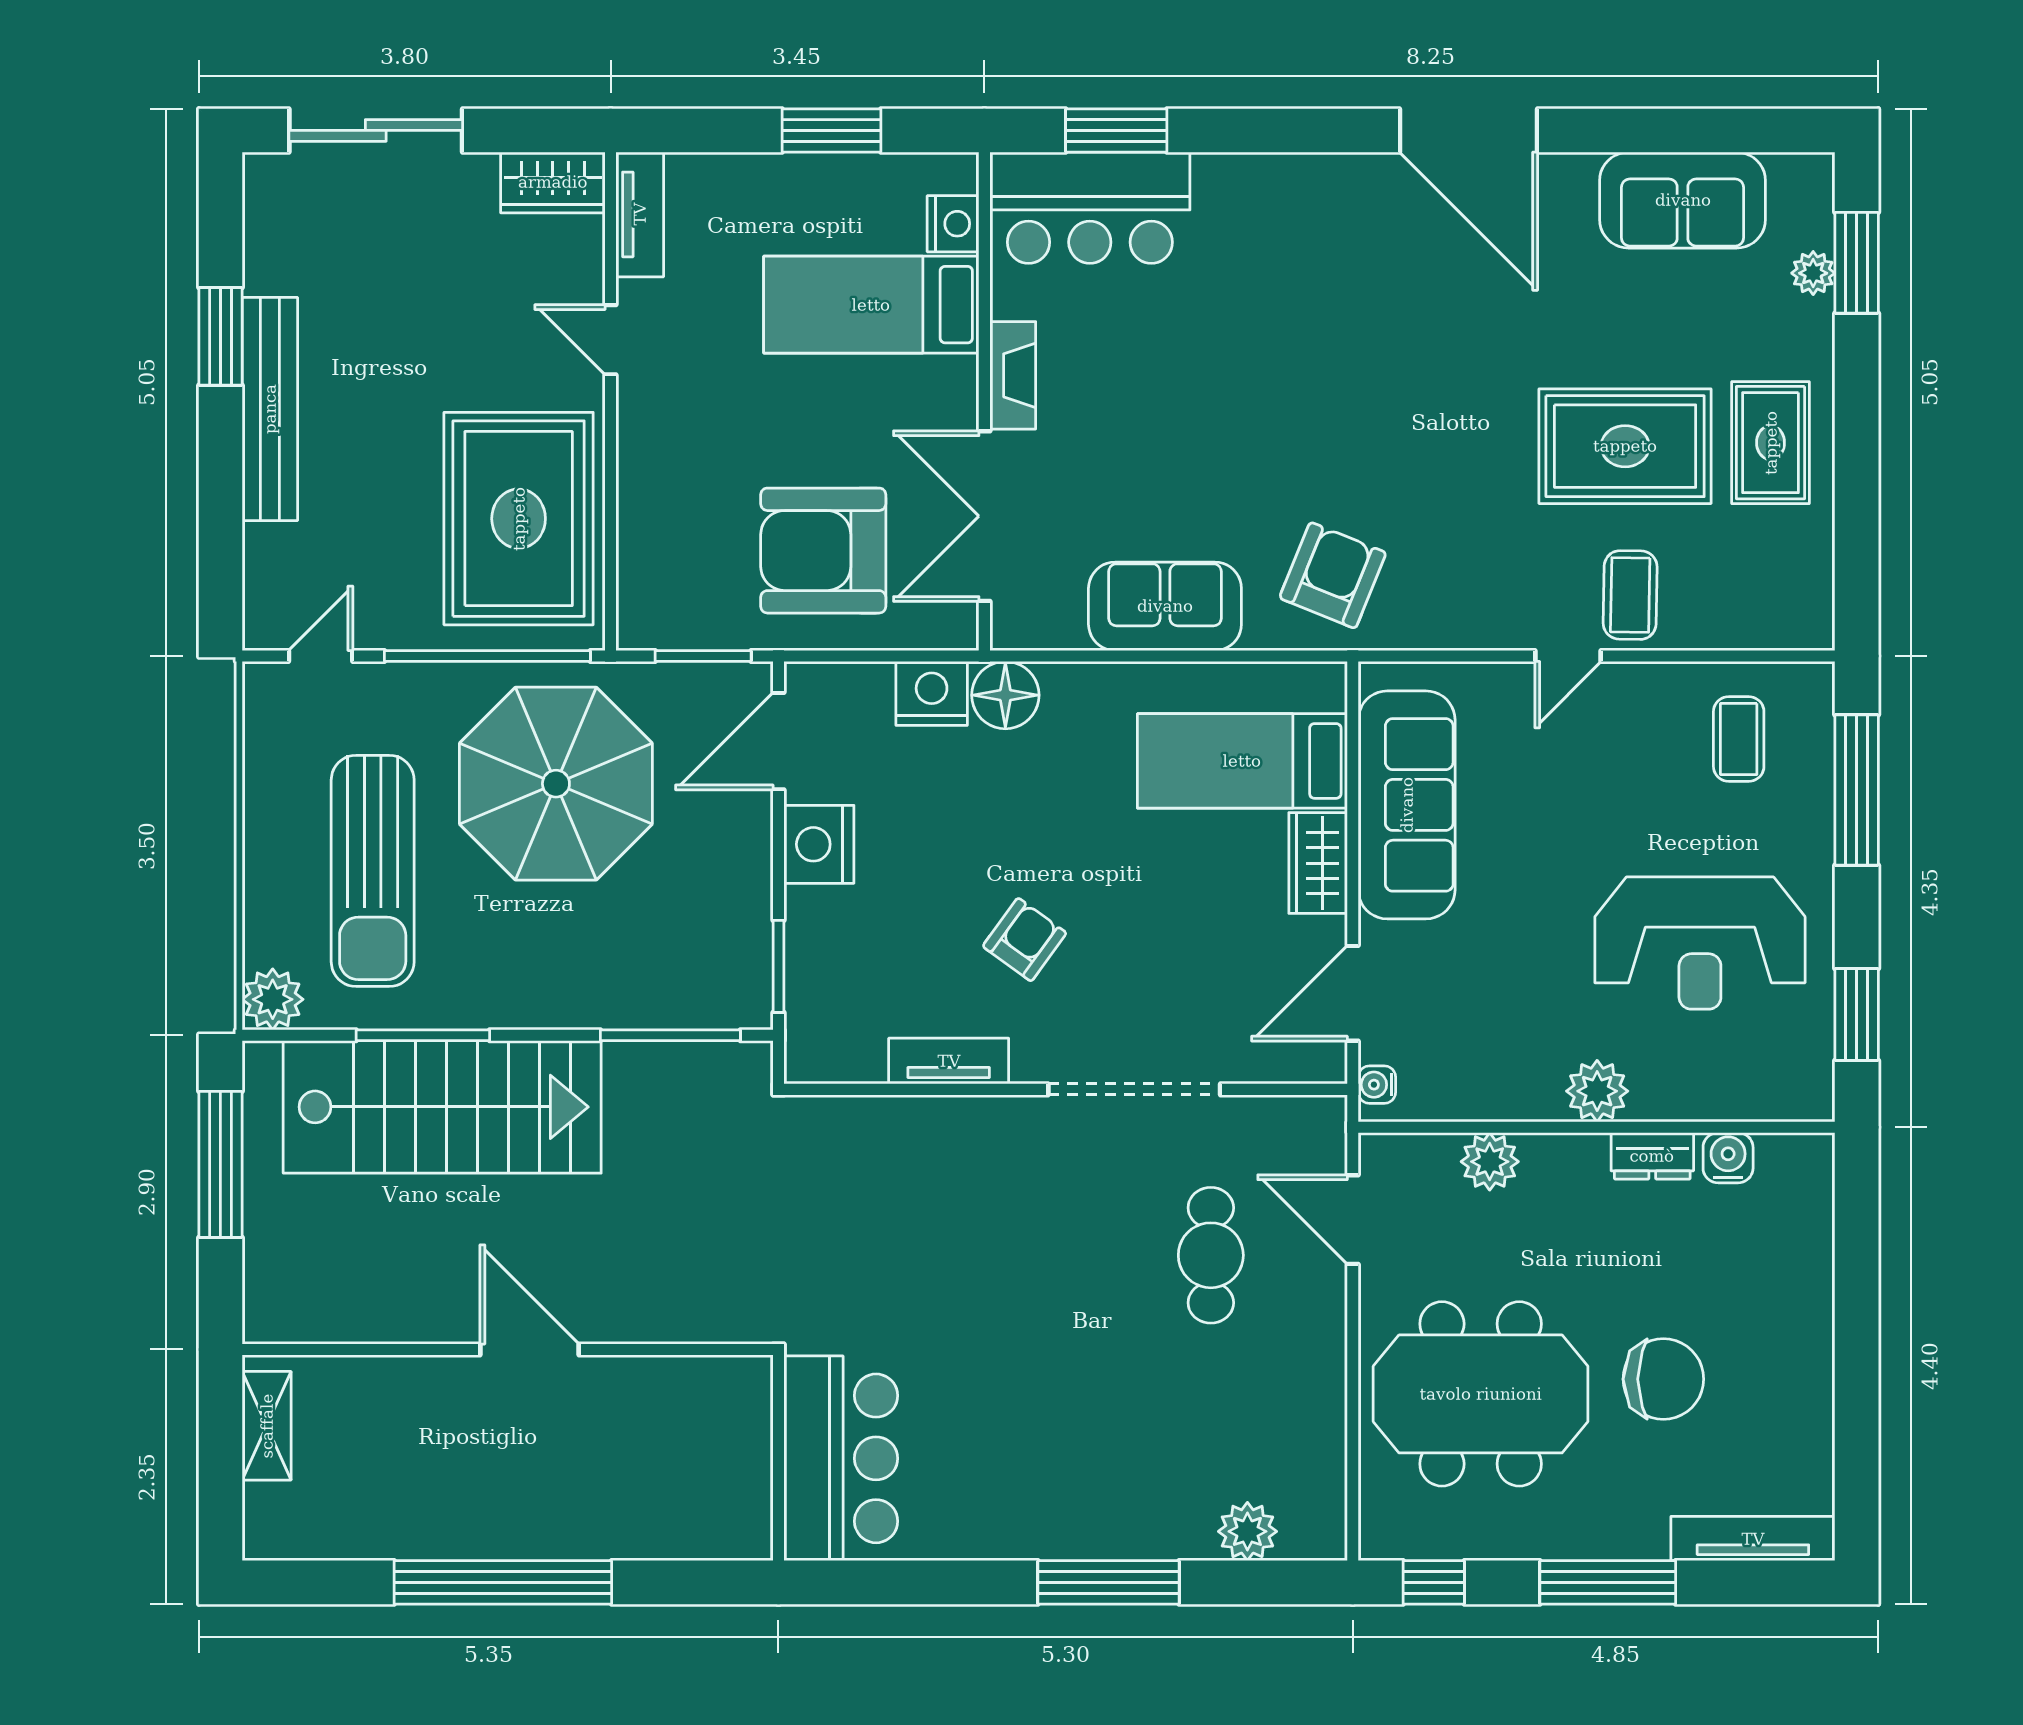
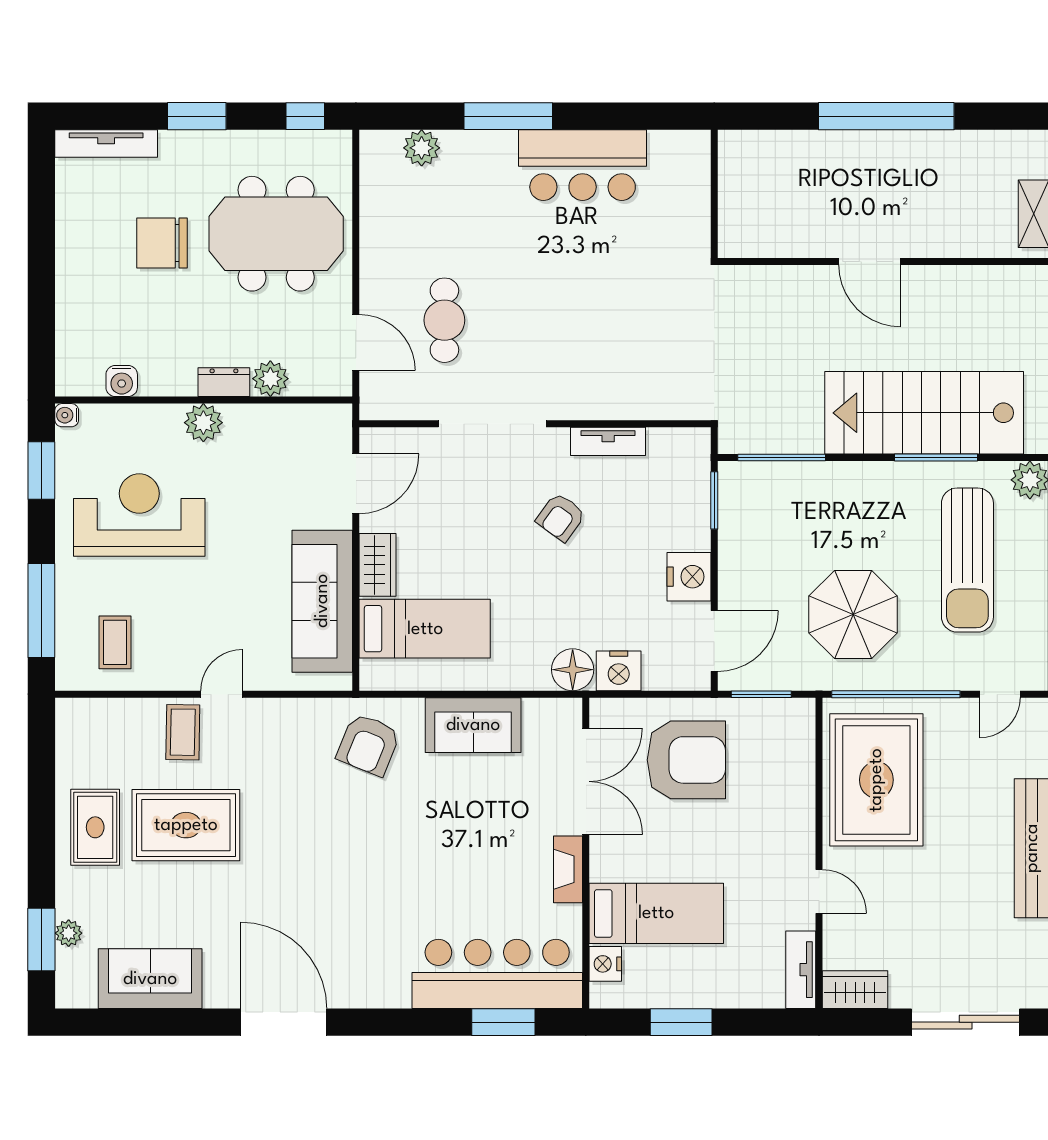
bar counter: (1090, 208) -> (497, 974), width x1.36
parasol: (556, 784) -> (853, 615), width x0.73, depth x0.73
sun lounger: (373, 871) -> (967, 560), turned 180
water cooler: (1377, 1085) -> (67, 415), moved, turned 180
dresser: (1652, 1156) -> (224, 382), moved
bar counter: (841, 1458) -> (583, 165), moved, turned -90
window: (1608, 1582) -> (197, 116), width x0.69

